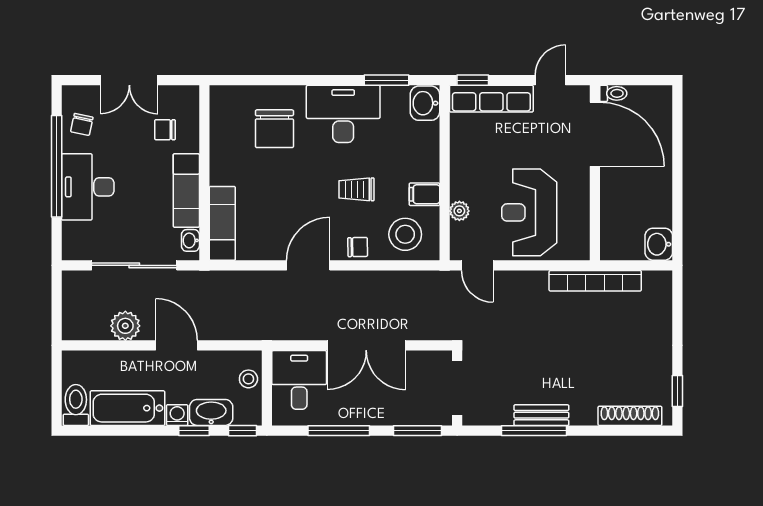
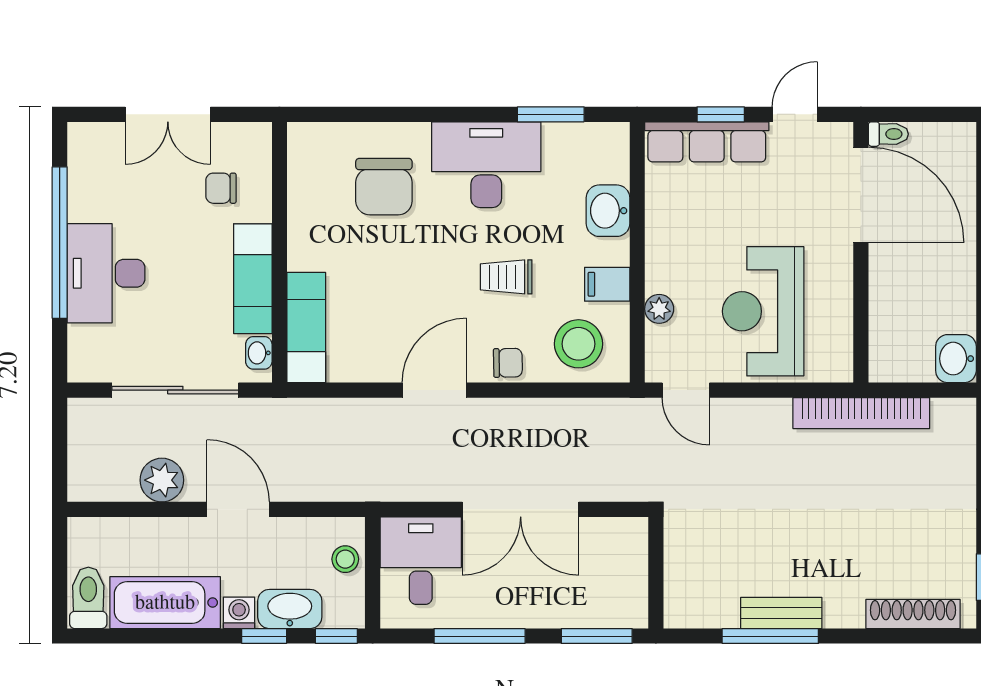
window: (473, 80) -> (721, 114), moved
washbasin: (425, 103) -> (608, 211), moved
chair: (82, 124) -> (97, 180), removed
doorway: (457, 388) -> (656, 572), removed

